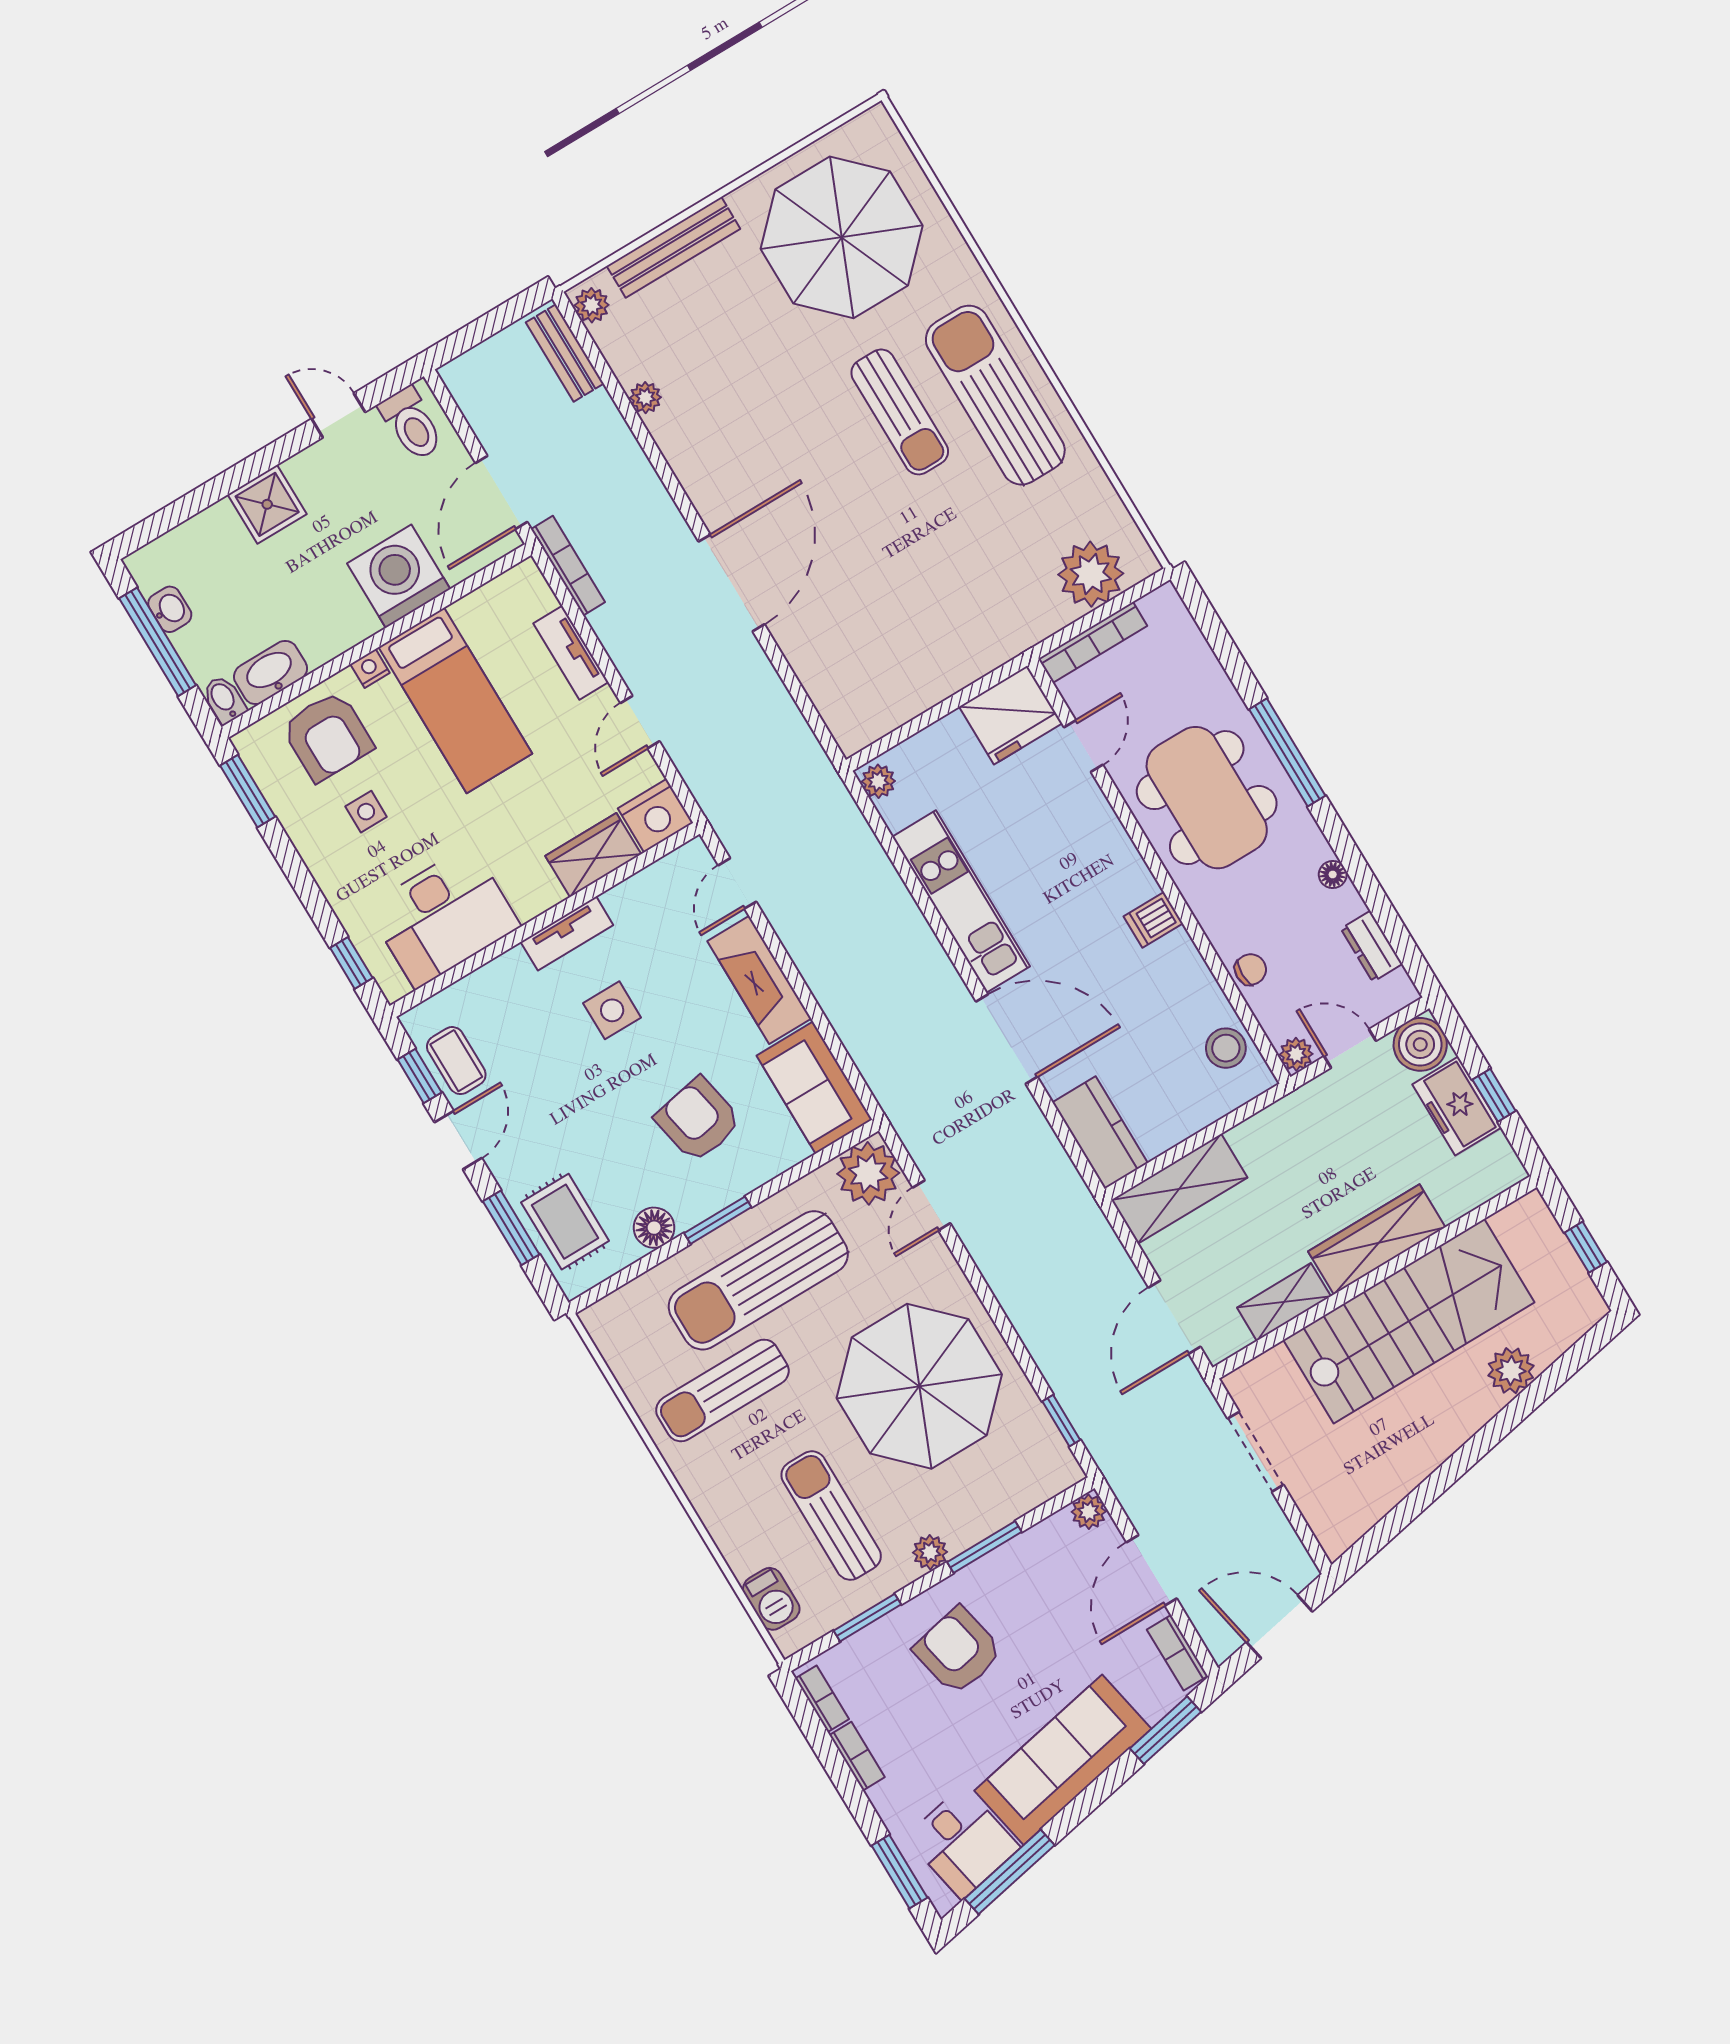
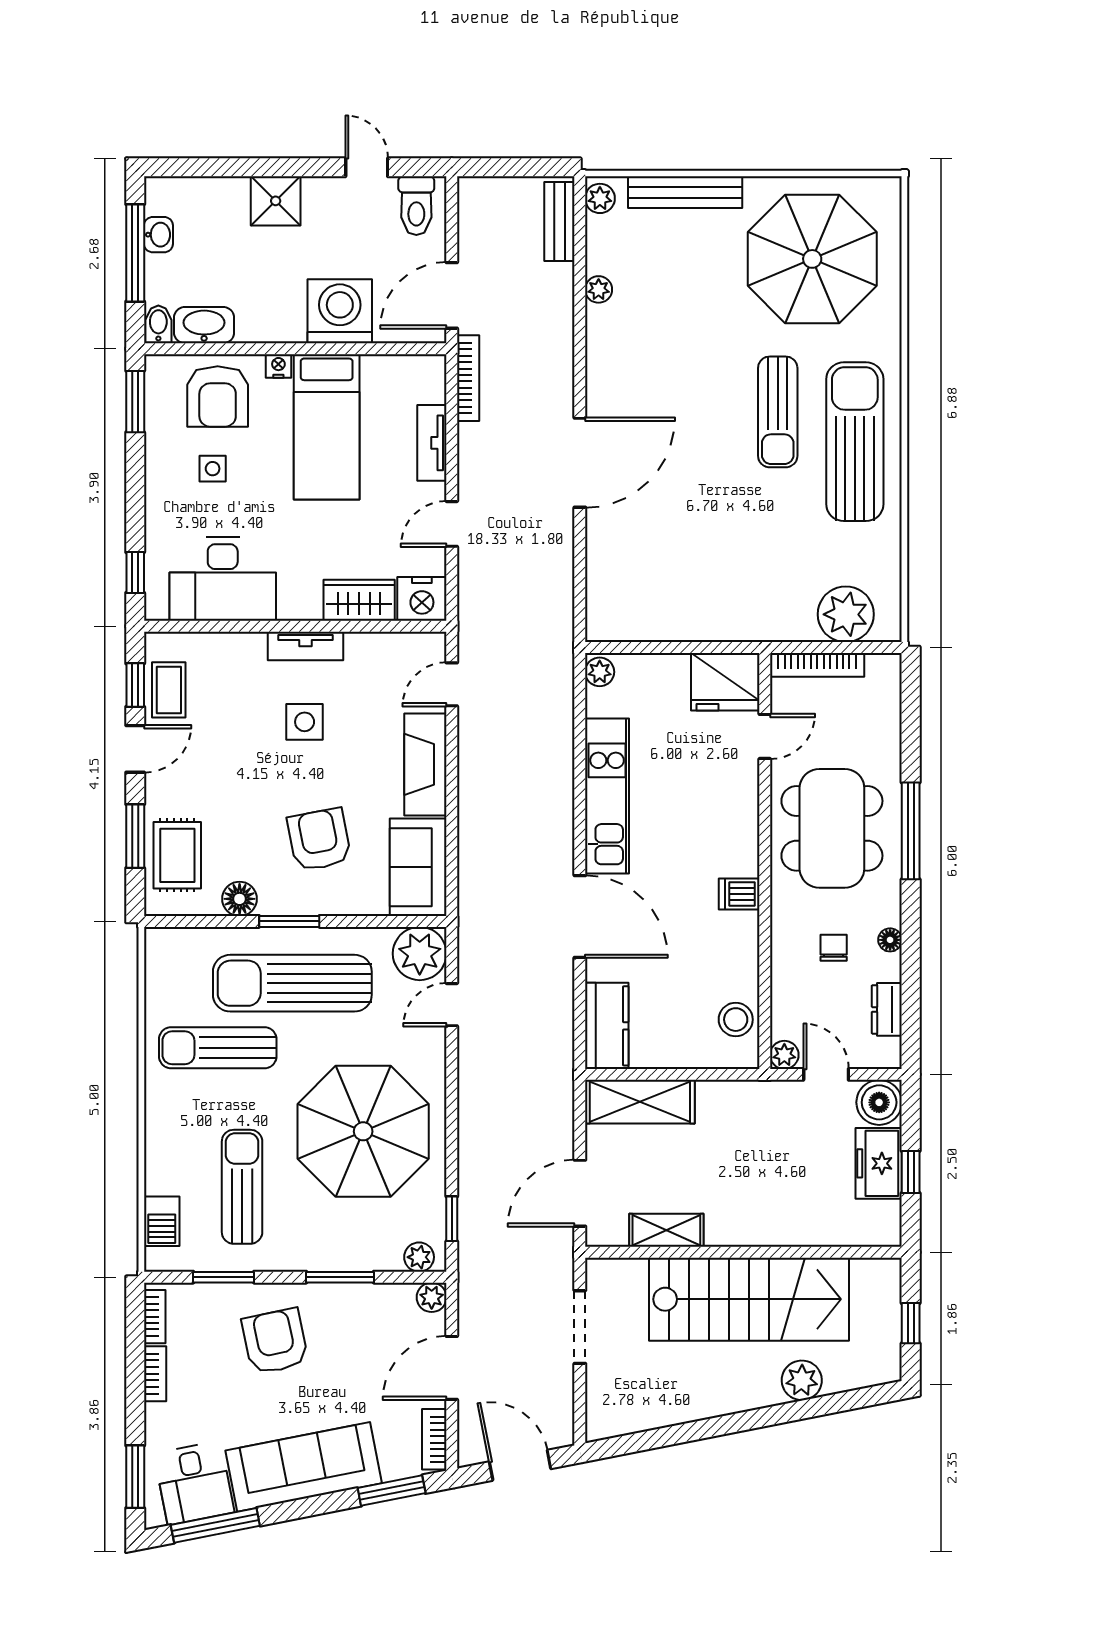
chair: (1250, 969) -> (834, 948), moved, turned -90
wardrobe: (1377, 1239) -> (762, 1225), removed
plant: (930, 1552) -> (419, 1257), moved

